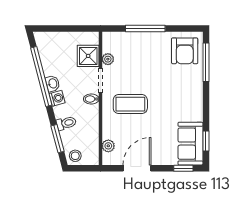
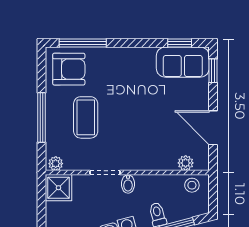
shower: (88, 56) -> (58, 188), moved
plant: (108, 59) -> (56, 164), moved
coffee table: (130, 104) -> (86, 117), moved
stool: (75, 156) -> (192, 185), moved

